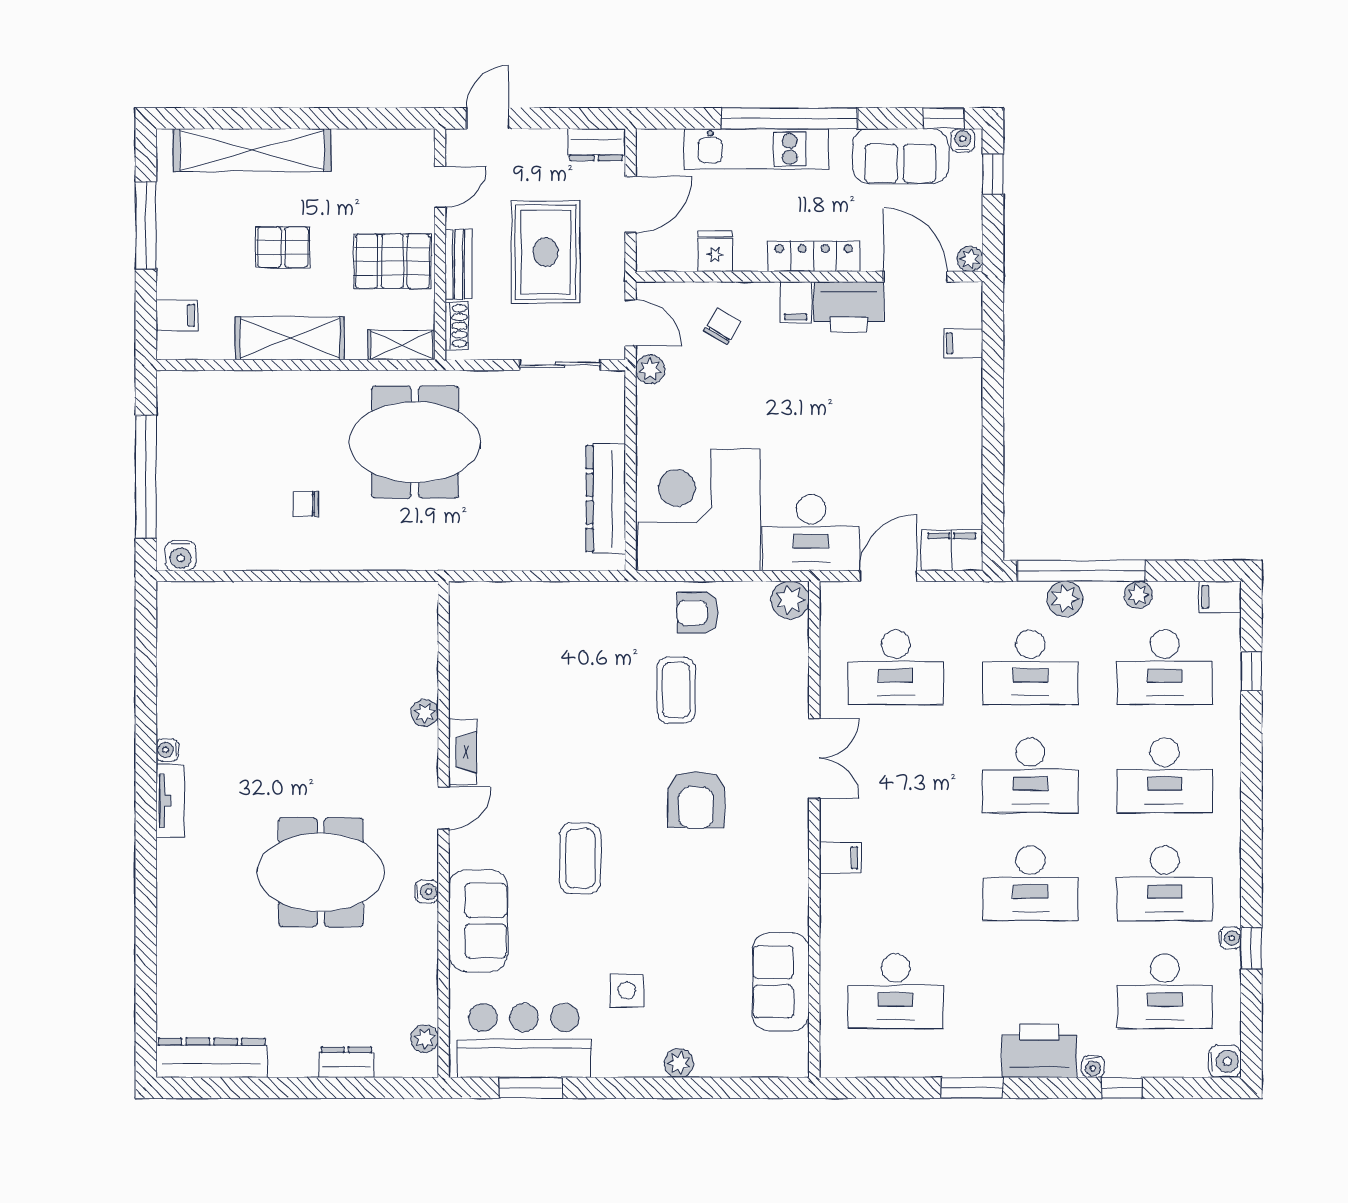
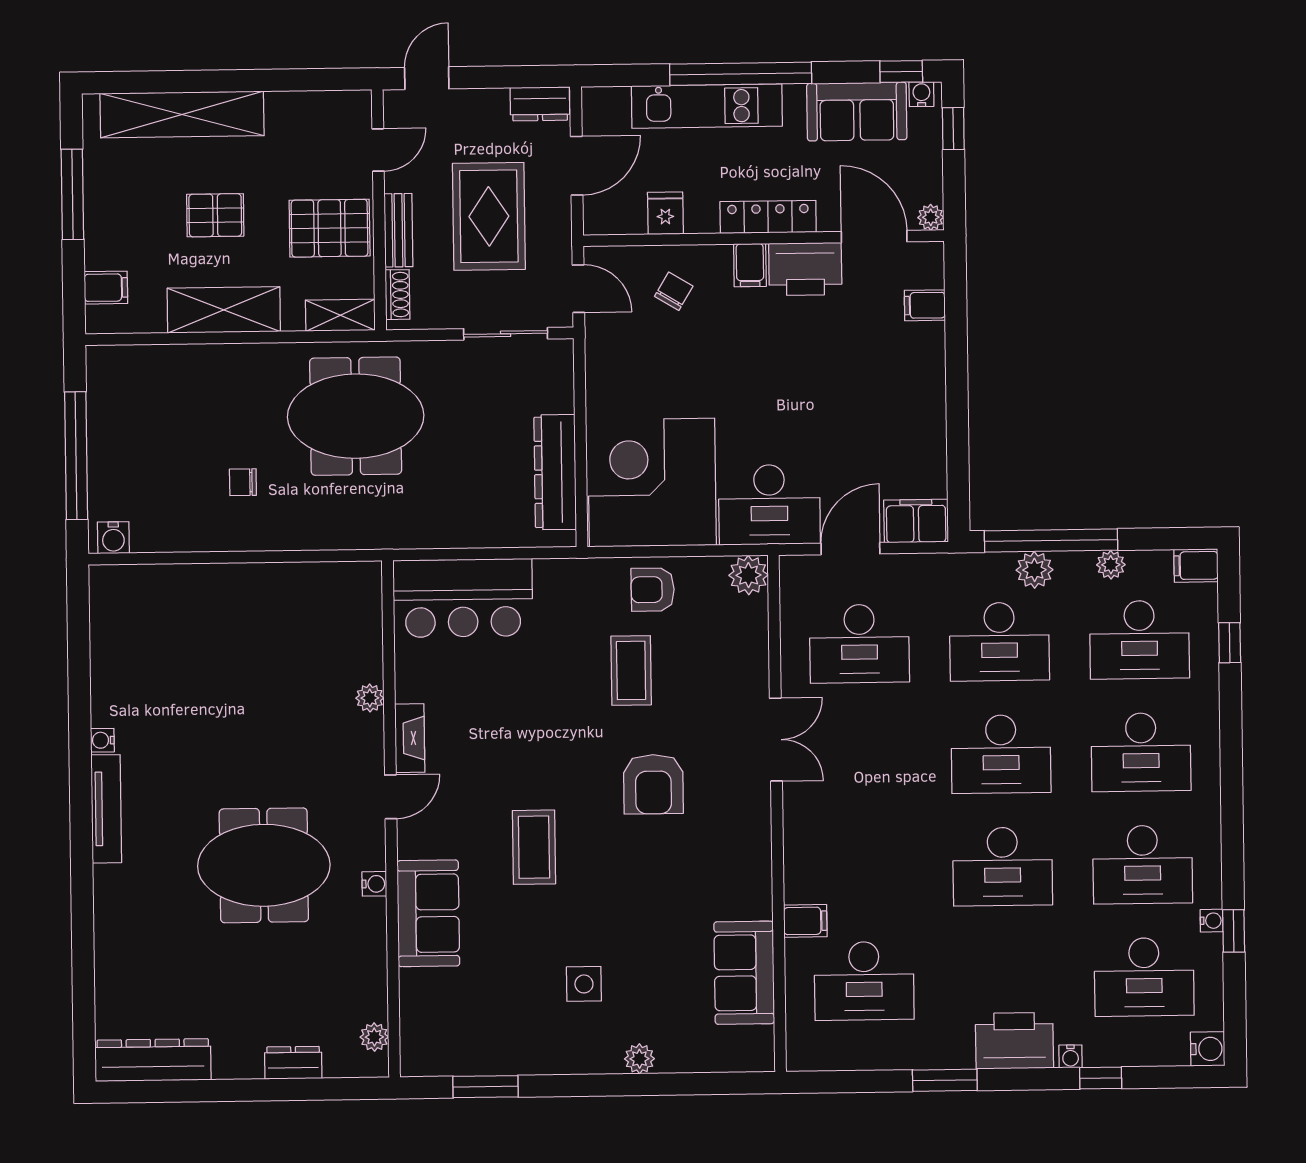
plant: (650, 369) -> (599, 337), removed
tv unit: (170, 801) -> (106, 809), width x1.41
filing cabinet: (840, 858) -> (805, 921), moved
bar counter: (524, 1040) -> (463, 598), moved, turned 180

